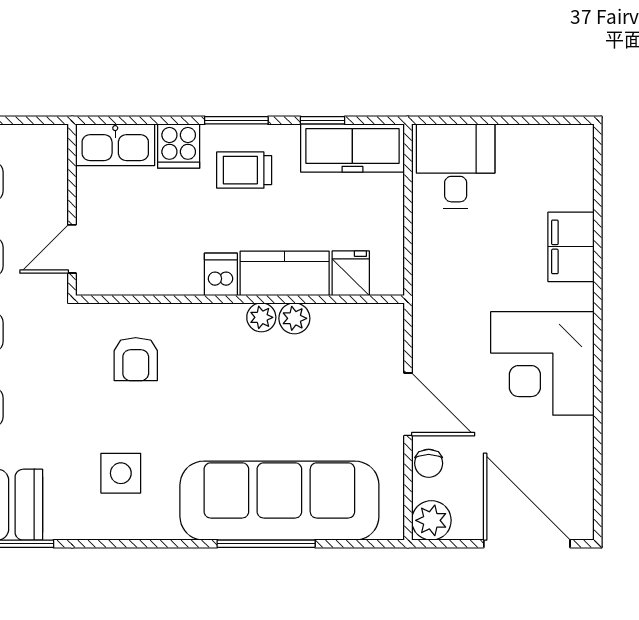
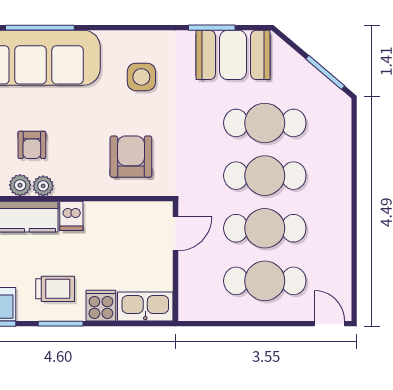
armchair: (136, 359) -> (131, 157), width x1.38, depth x1.38
armchair: (277, 376) -> (32, 145), added

